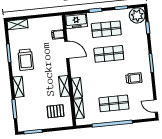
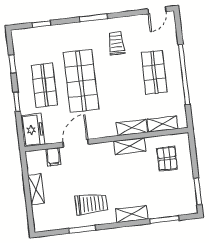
plant: (137, 15) -> (23, 40), removed
shelving: (17, 24) -> (36, 189), moved
shop shelf: (109, 54) -> (81, 81), width x1.43, depth x1.36

